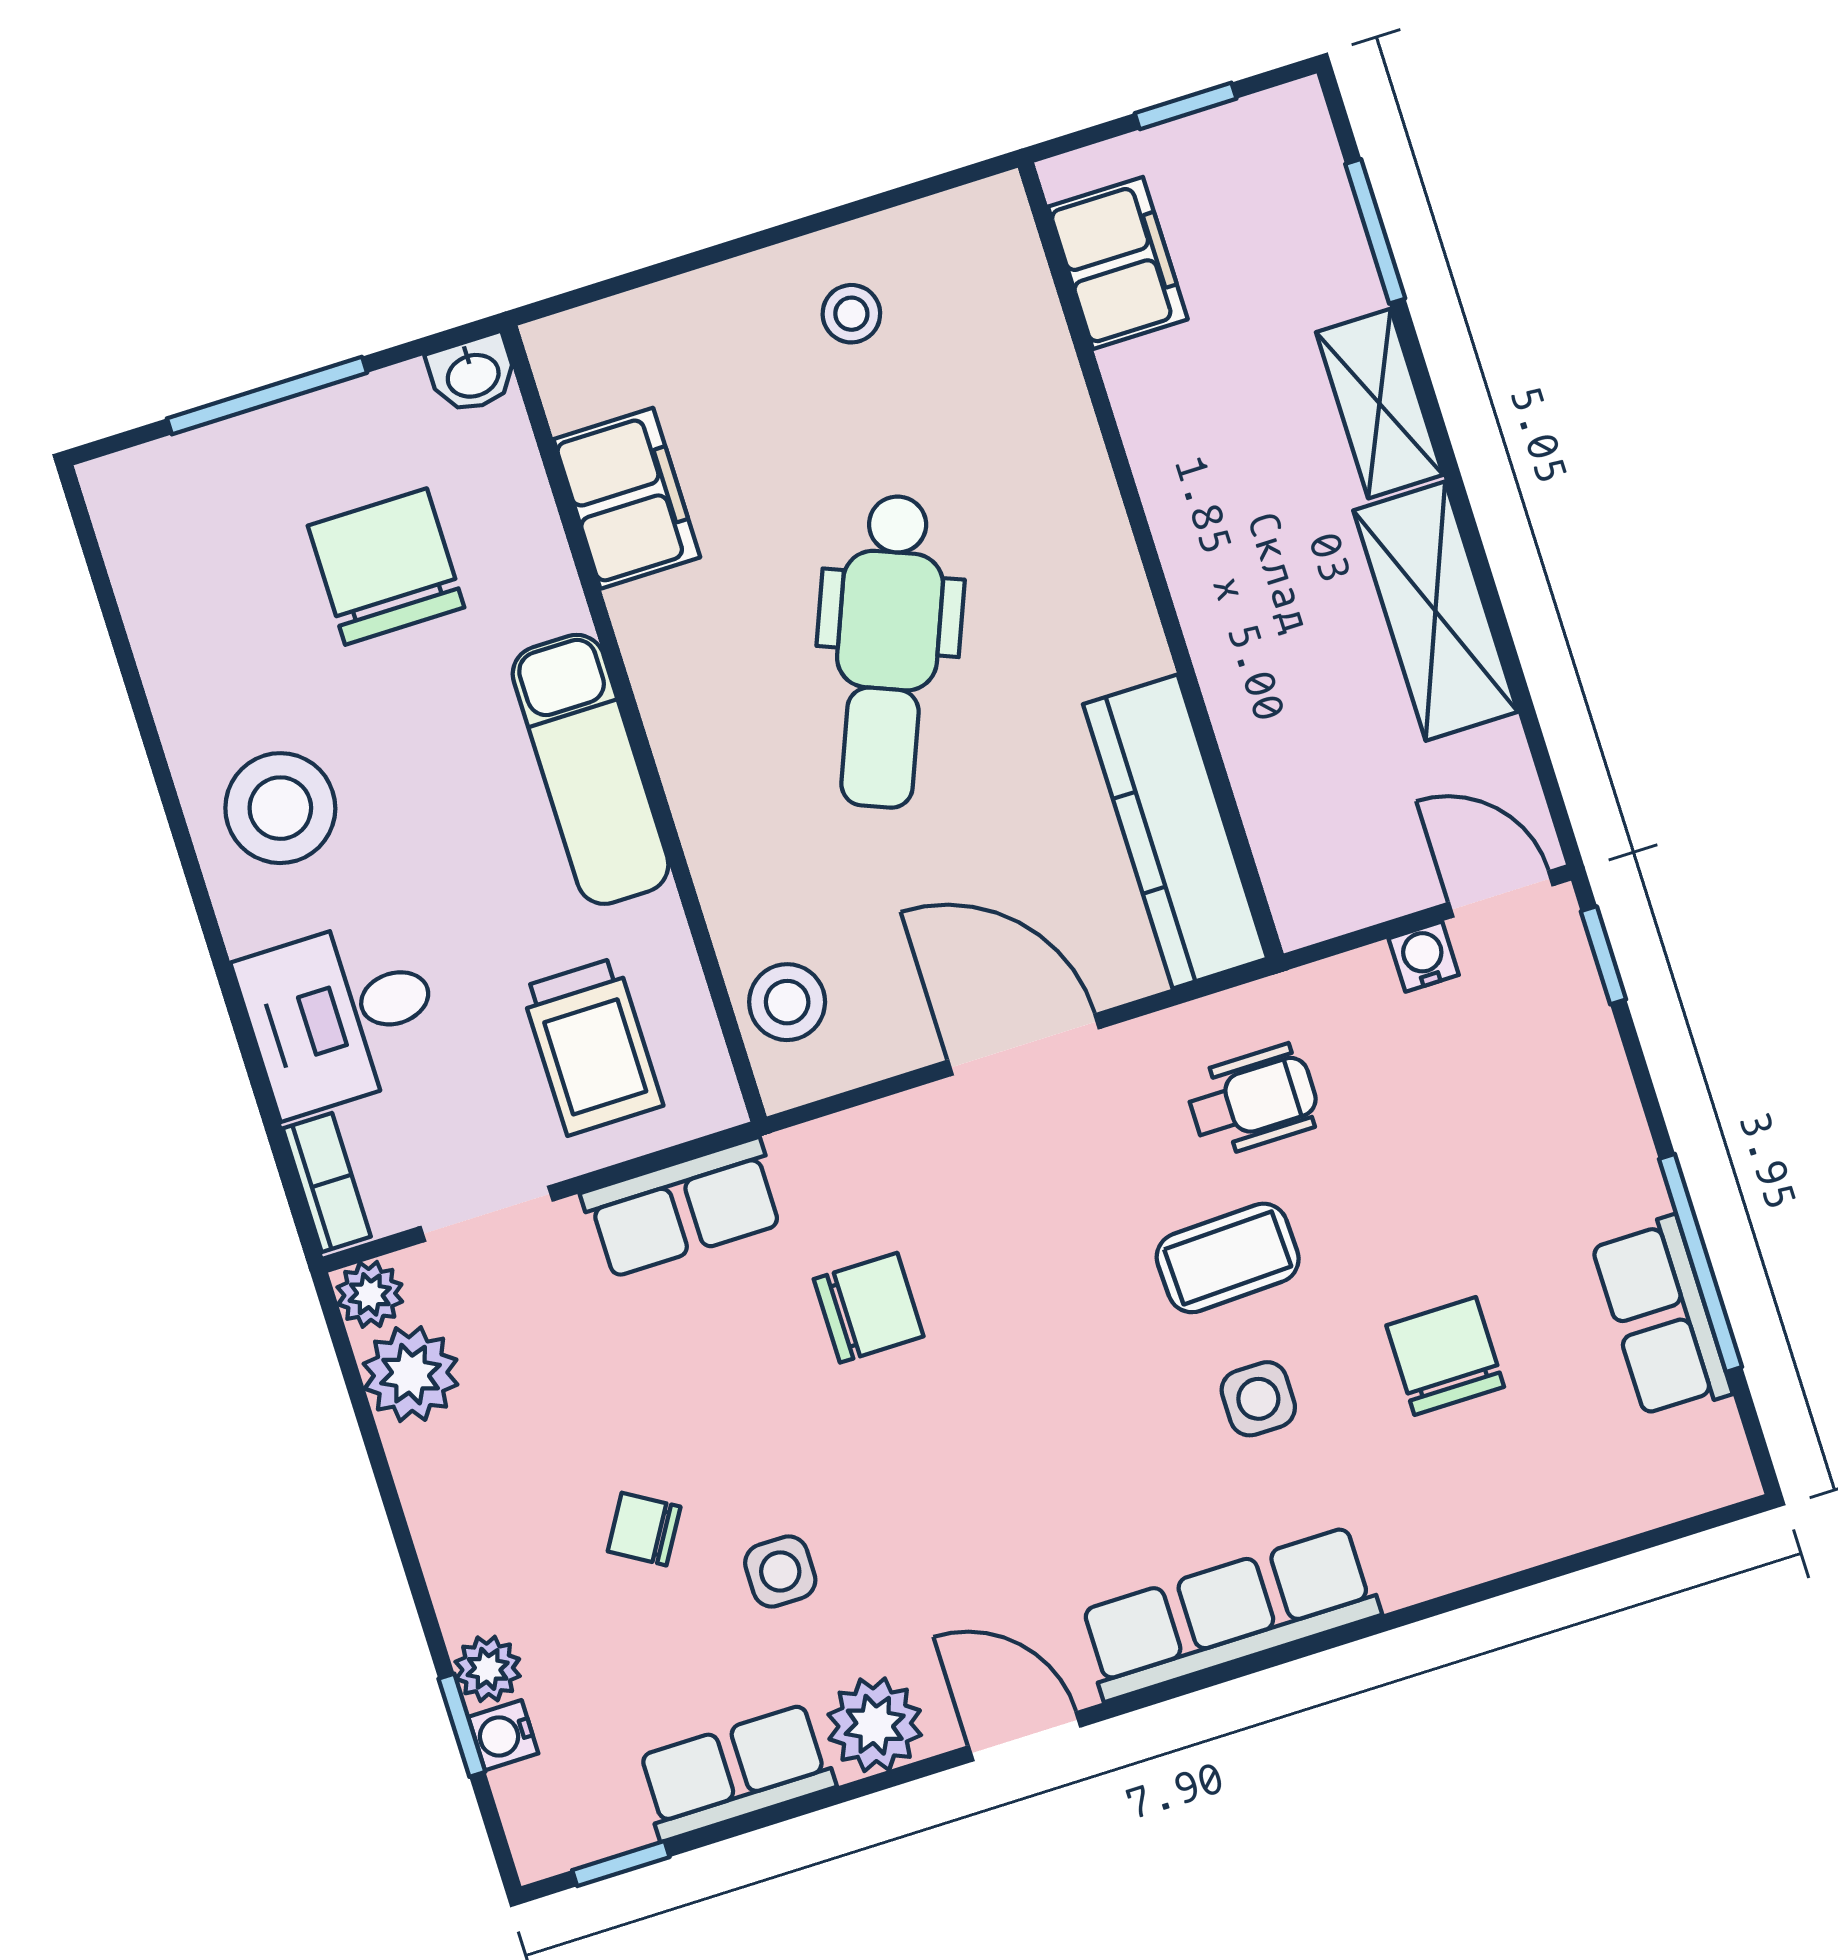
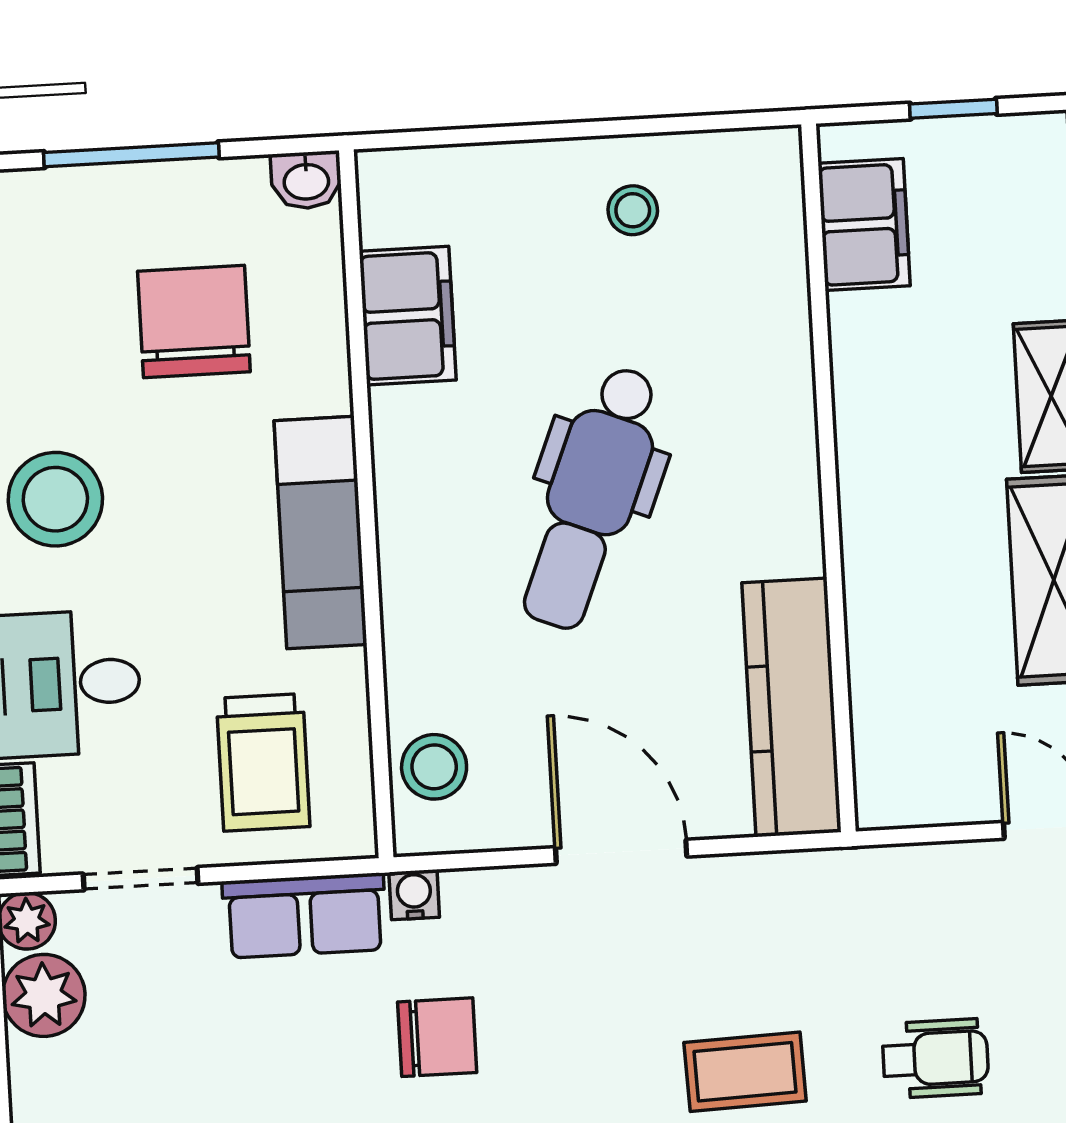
water cooler: (1424, 957) -> (414, 895), moved
wheelchair: (1253, 1100) -> (935, 1058), moved

